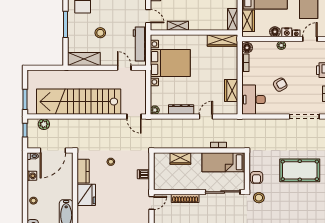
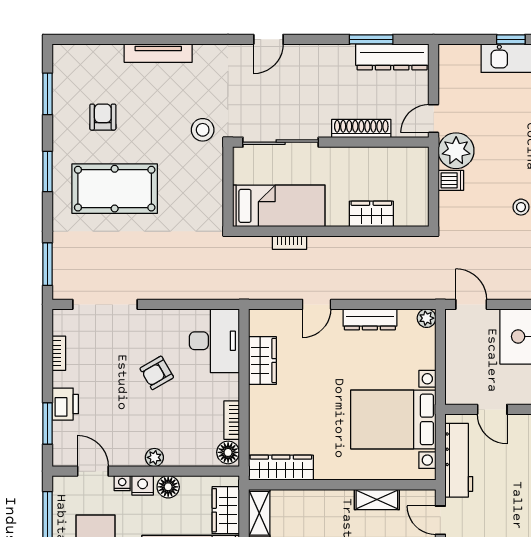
door: (310, 39) -> (93, 471), swing flipped
armchair: (257, 177) -> (103, 117), moved
plant: (141, 188) -> (456, 151), added

